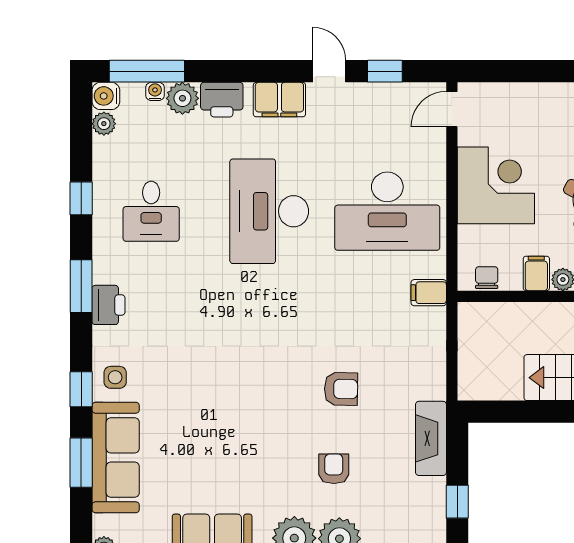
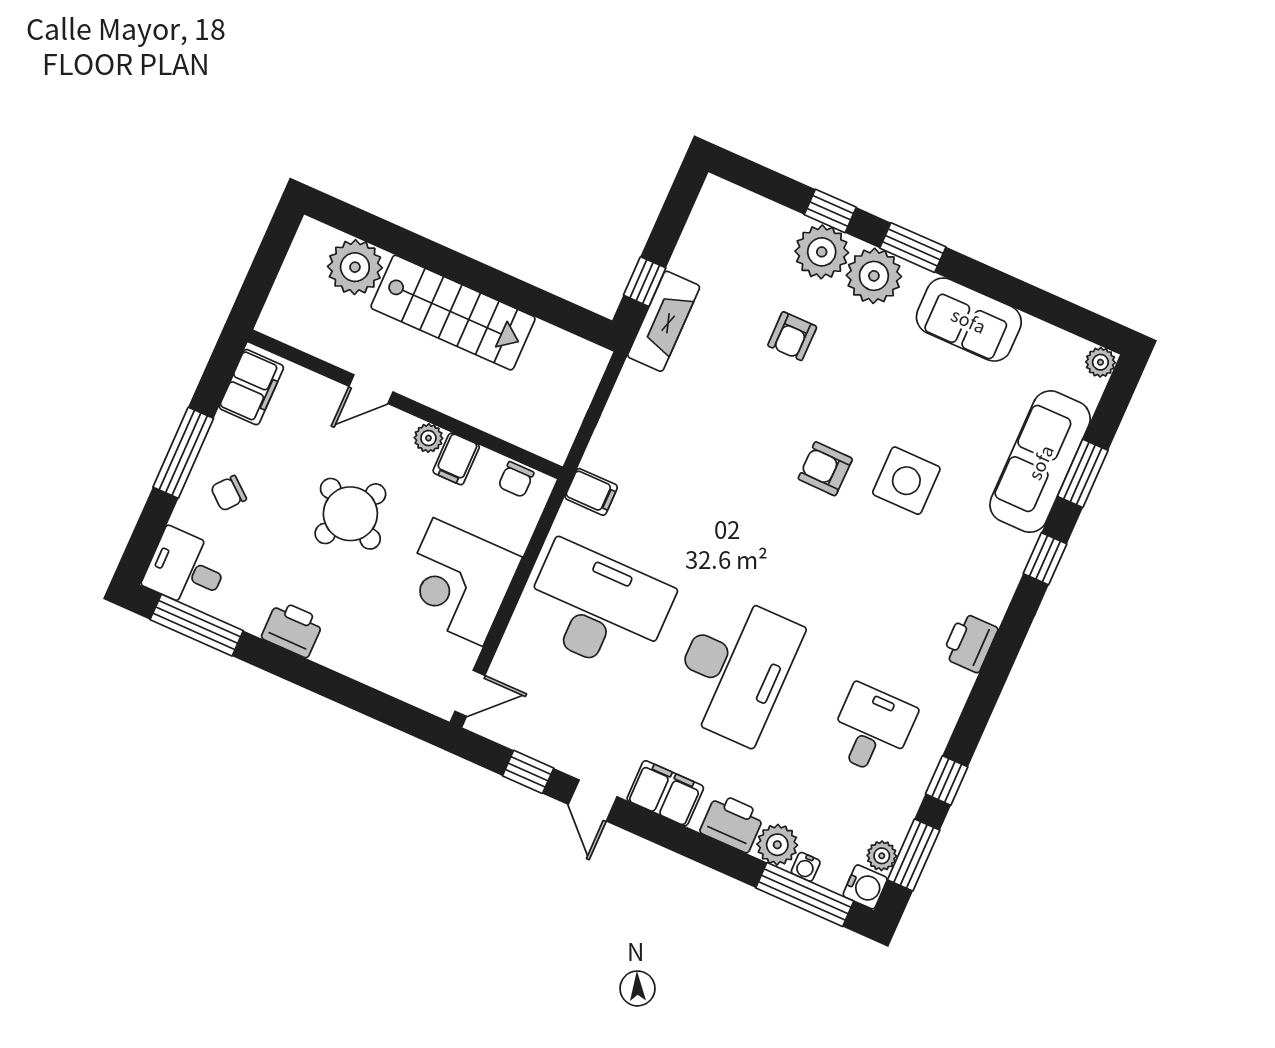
window: (81, 286) -> (914, 855), moved
side table: (115, 377) -> (906, 481), moved, width x1.87, depth x1.87
armchair: (341, 389) -> (825, 469), moved
window: (457, 502) -> (645, 282), moved

